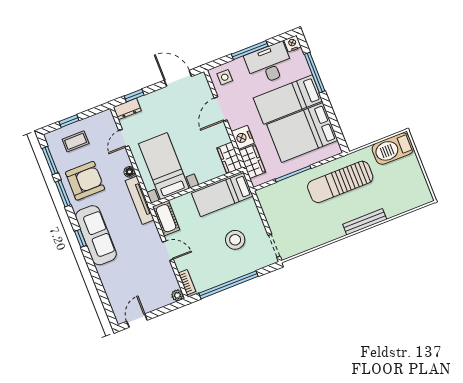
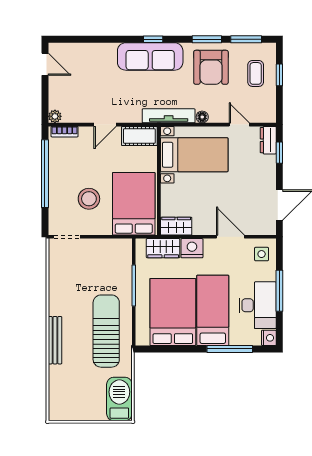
bed: (222, 195) -> (134, 204), width x1.50

